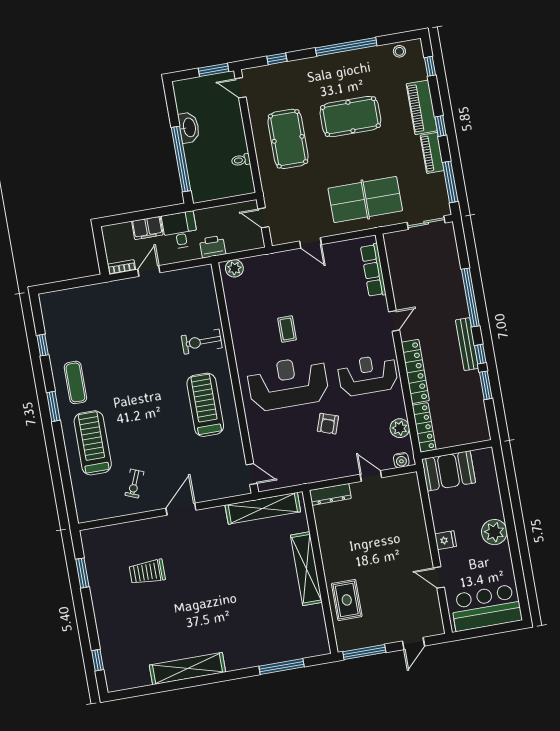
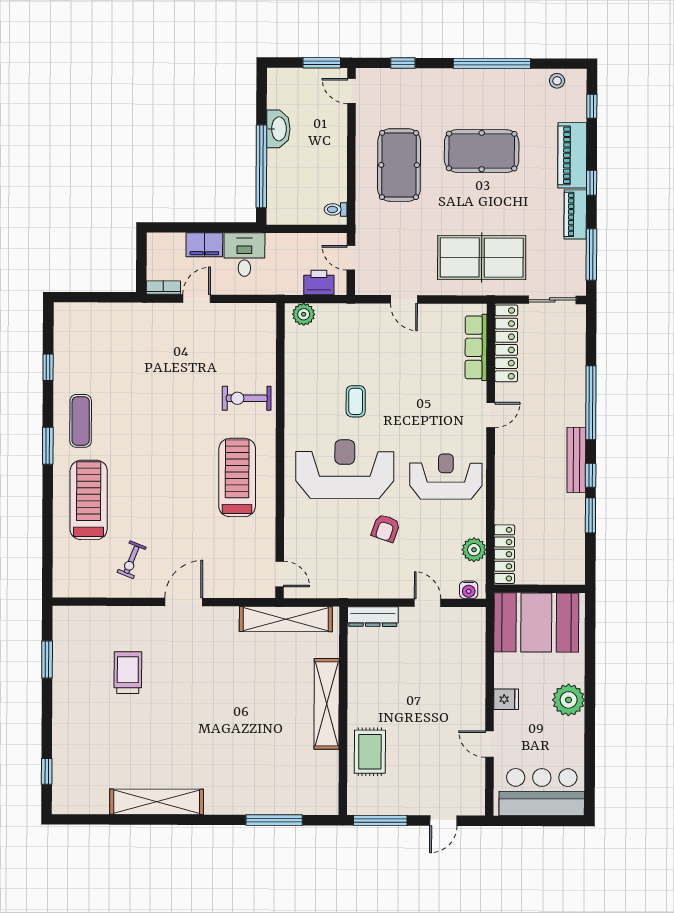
toilet: (241, 160) -> (336, 209), moved
printer: (213, 247) -> (319, 283), moved
locker: (415, 371) -> (506, 343), moved
booth: (448, 471) -> (536, 622), width x1.36, depth x1.42
trolley: (147, 572) -> (128, 673), turned 90

